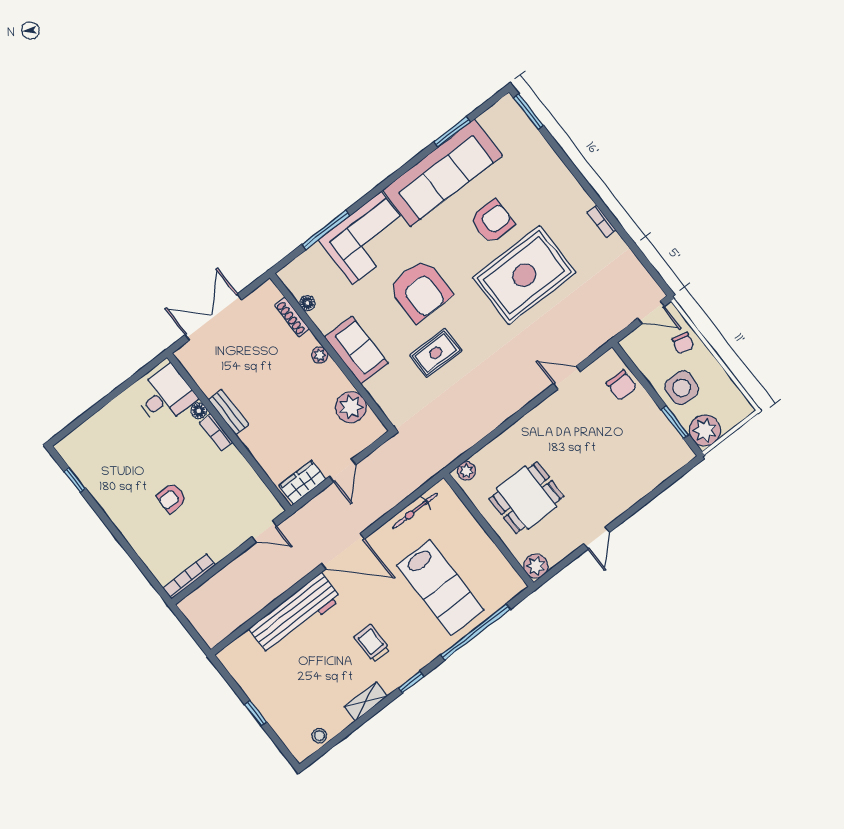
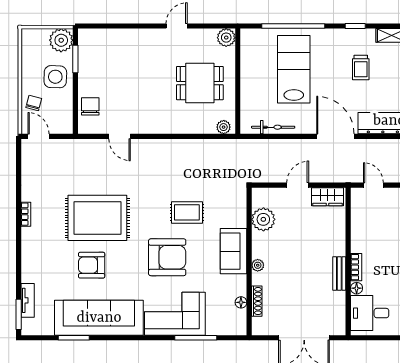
tv unit: (530, 133) -> (28, 300), added
armchair: (420, 291) -> (167, 257), turned 90

